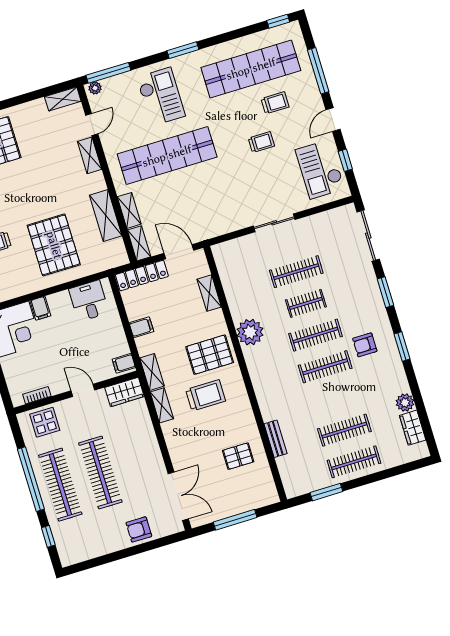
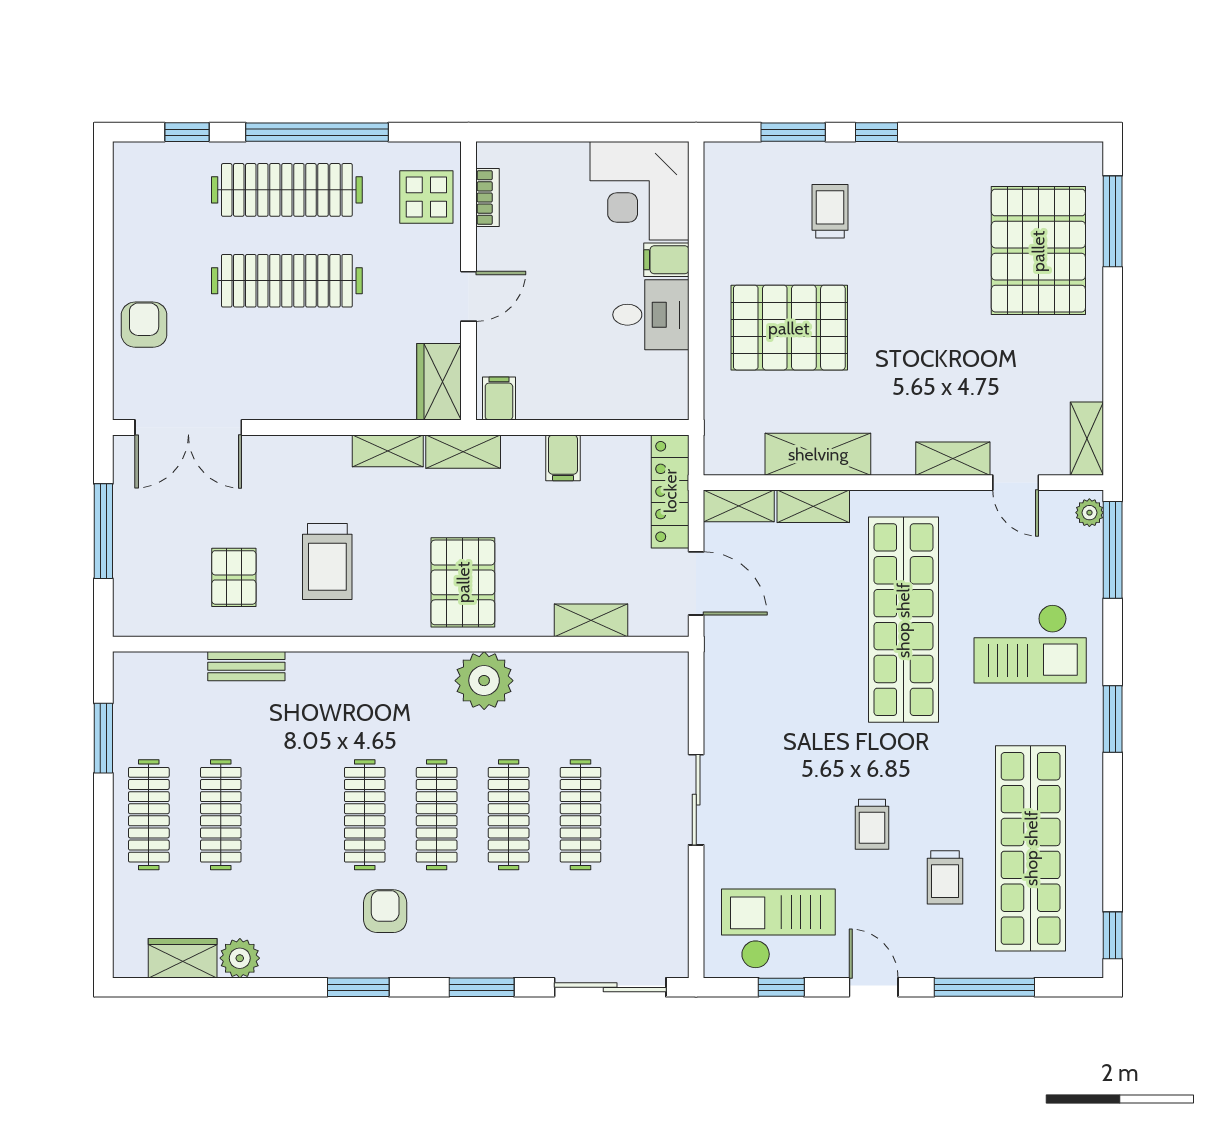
door: (179, 252) -> (696, 583), hinge flipped
desk: (89, 301) -> (651, 315), moved
clothes rail: (306, 303) -> (509, 815), width x1.36
trolley: (206, 395) -> (327, 561), moved

